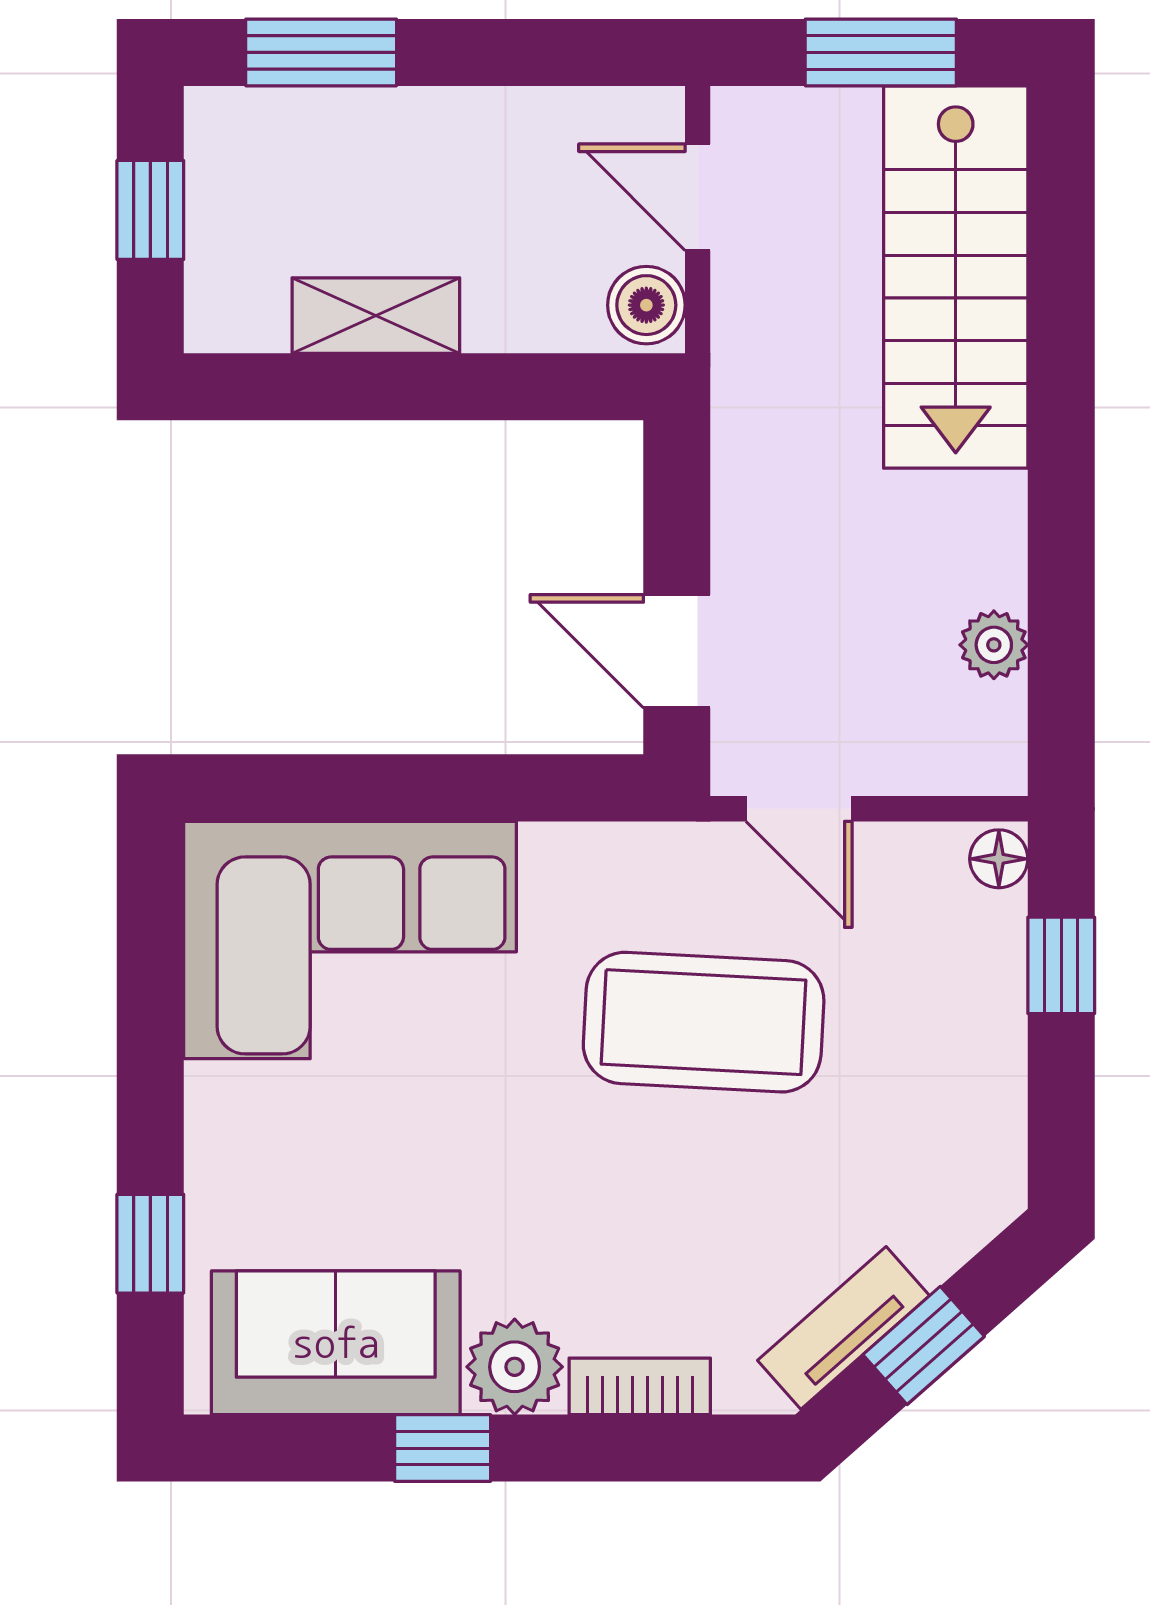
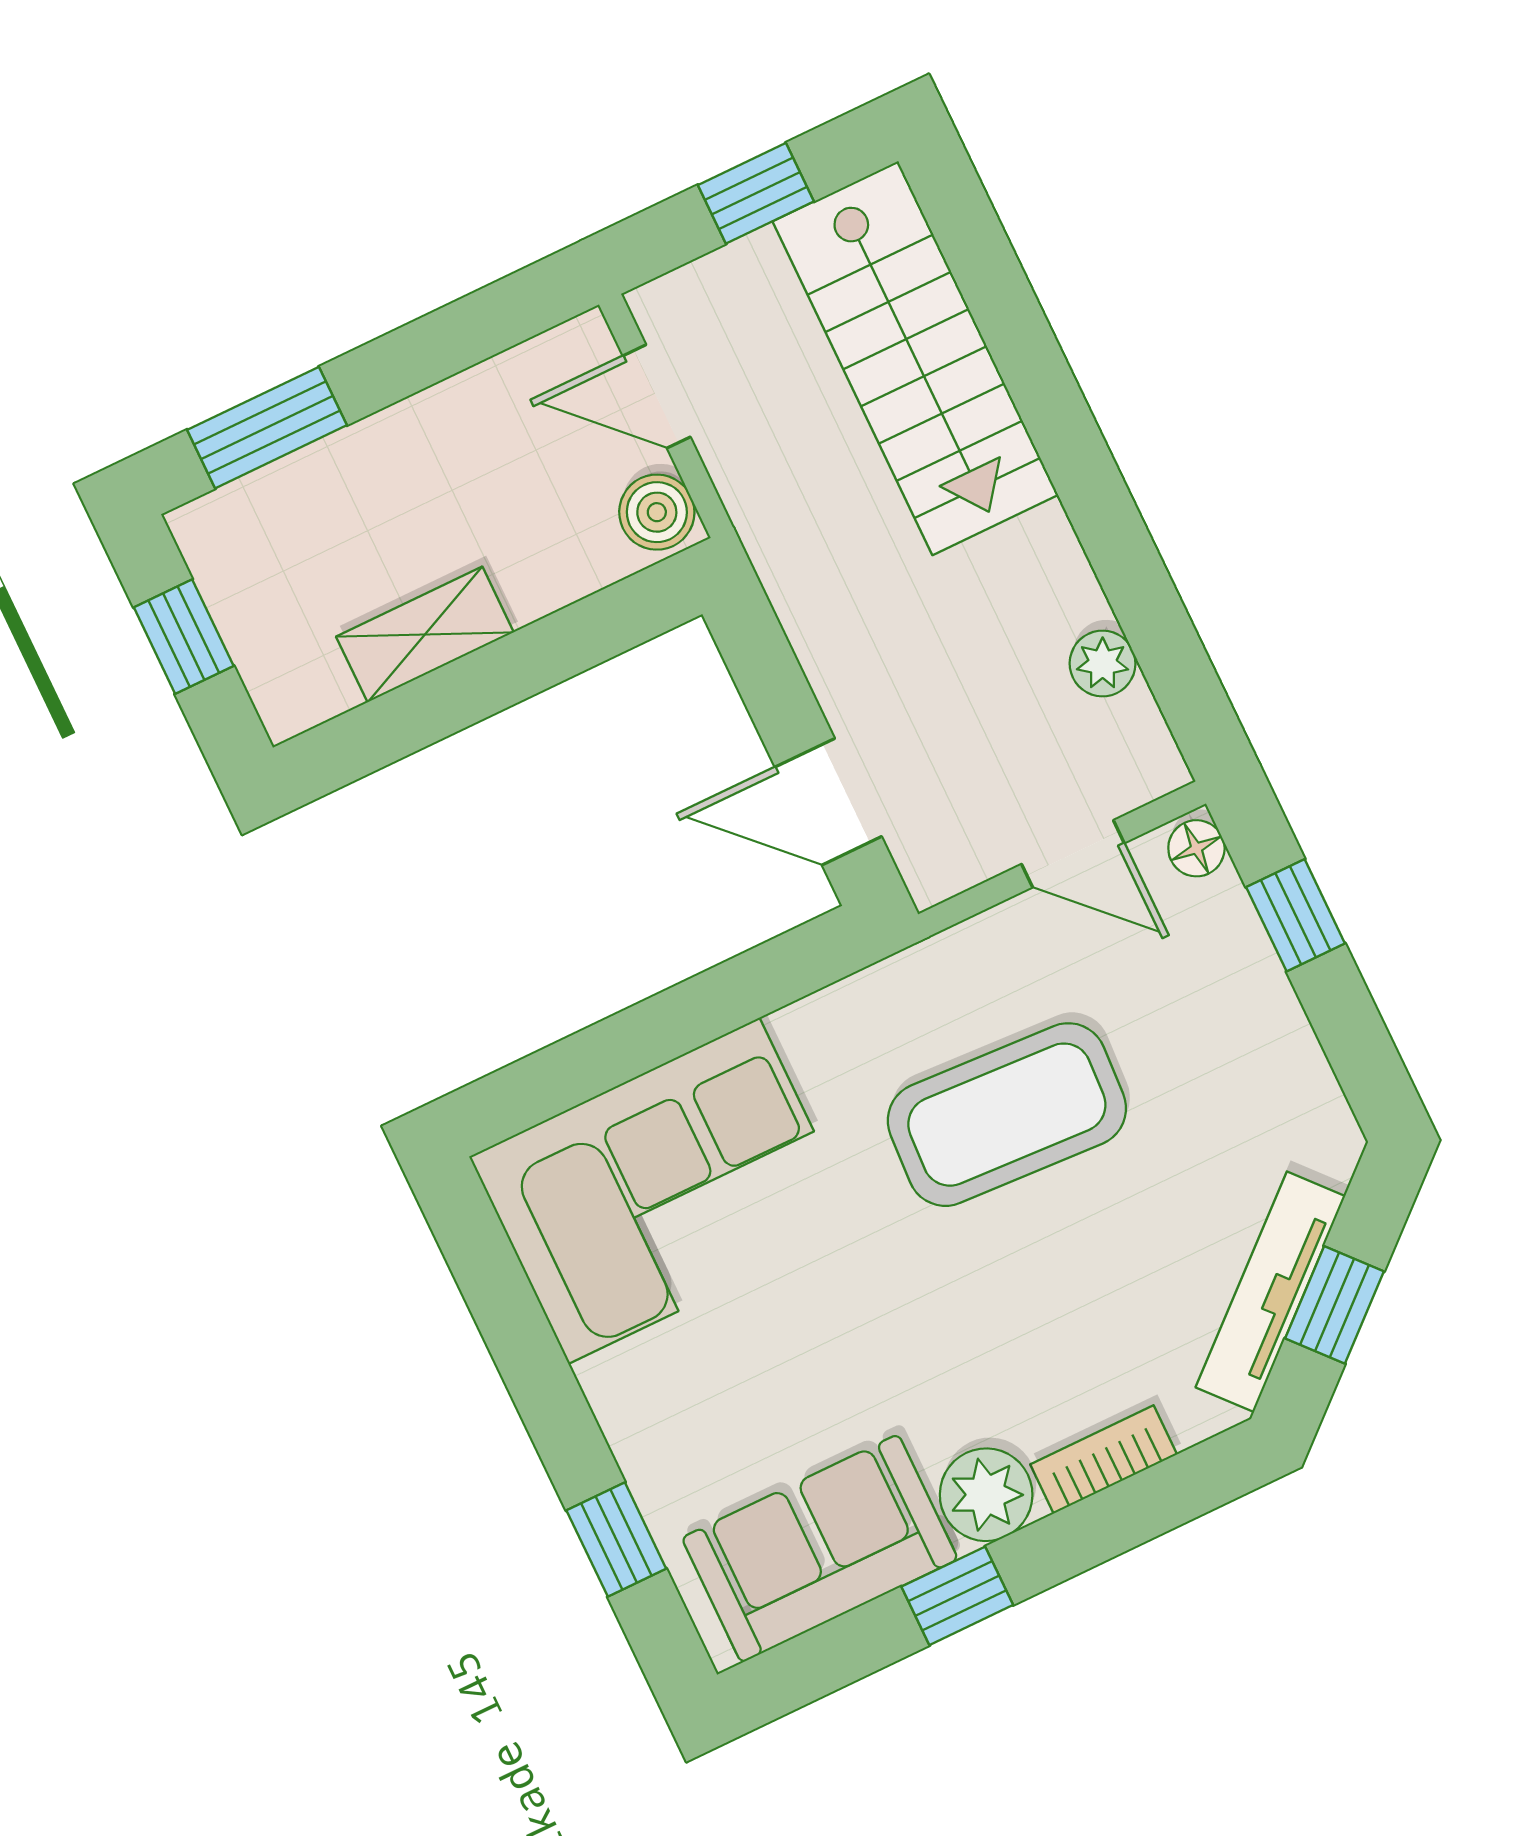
window: (881, 52) -> (756, 193), width x0.67
door: (799, 809) -> (1073, 854), moved
tv unit: (844, 1328) -> (1270, 1292), width x1.41

